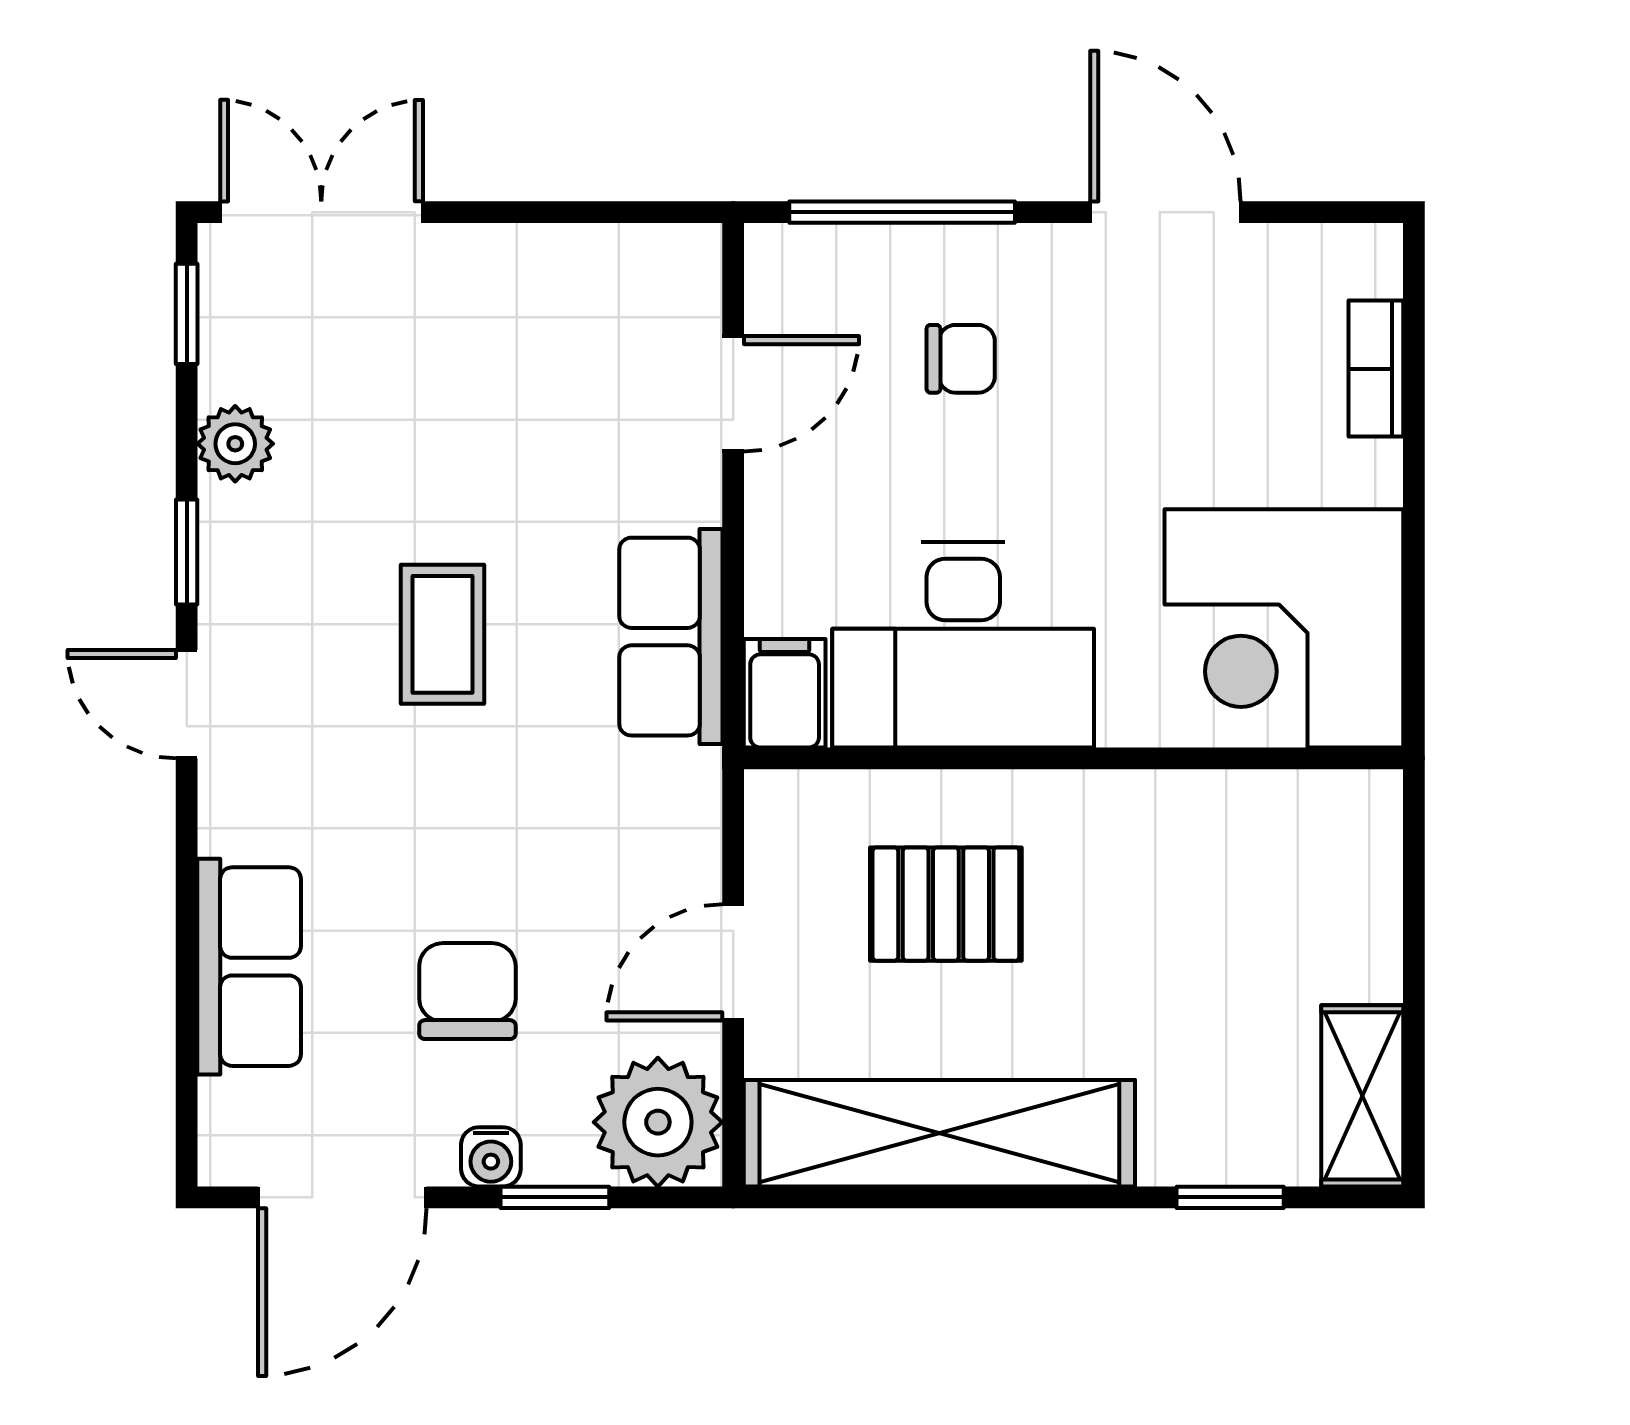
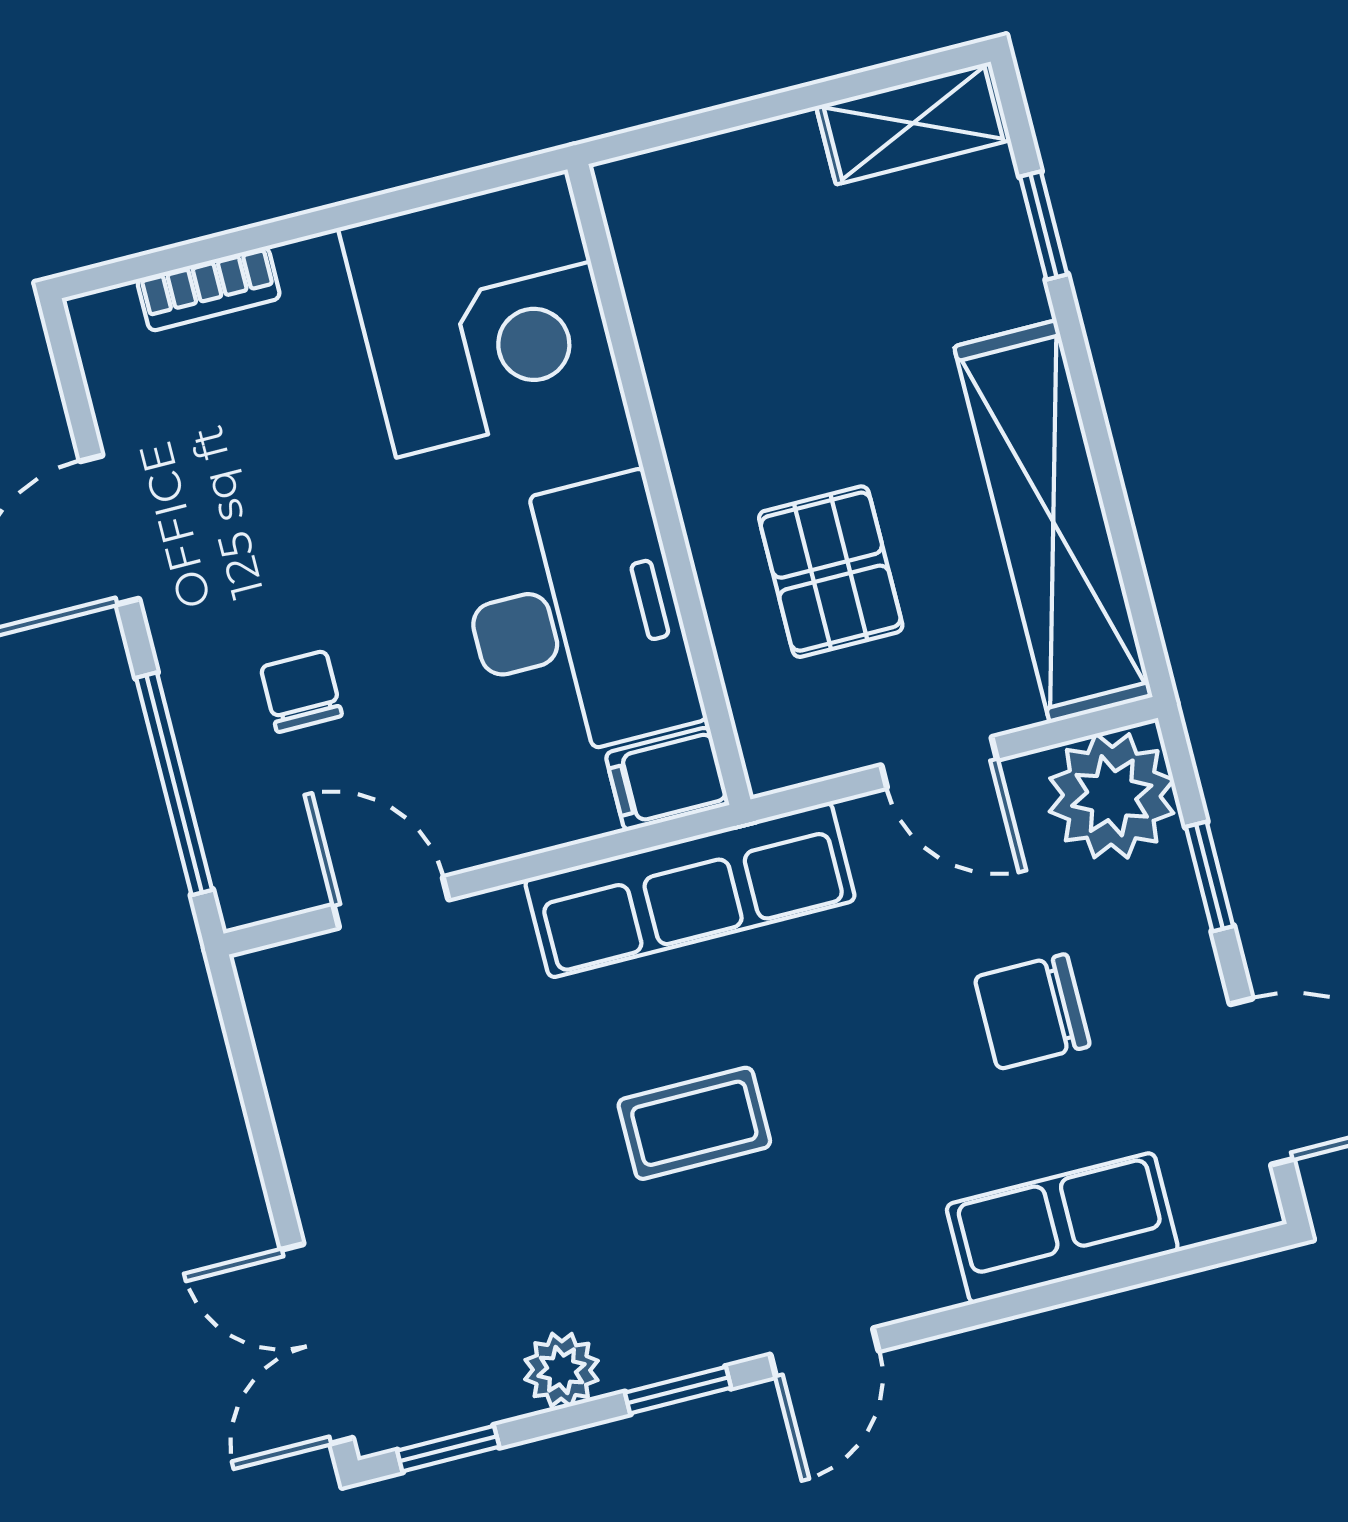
row of seats: (671, 637) -> (690, 890), width x1.48
water cooler: (491, 1157) -> (1186, 948), removed

